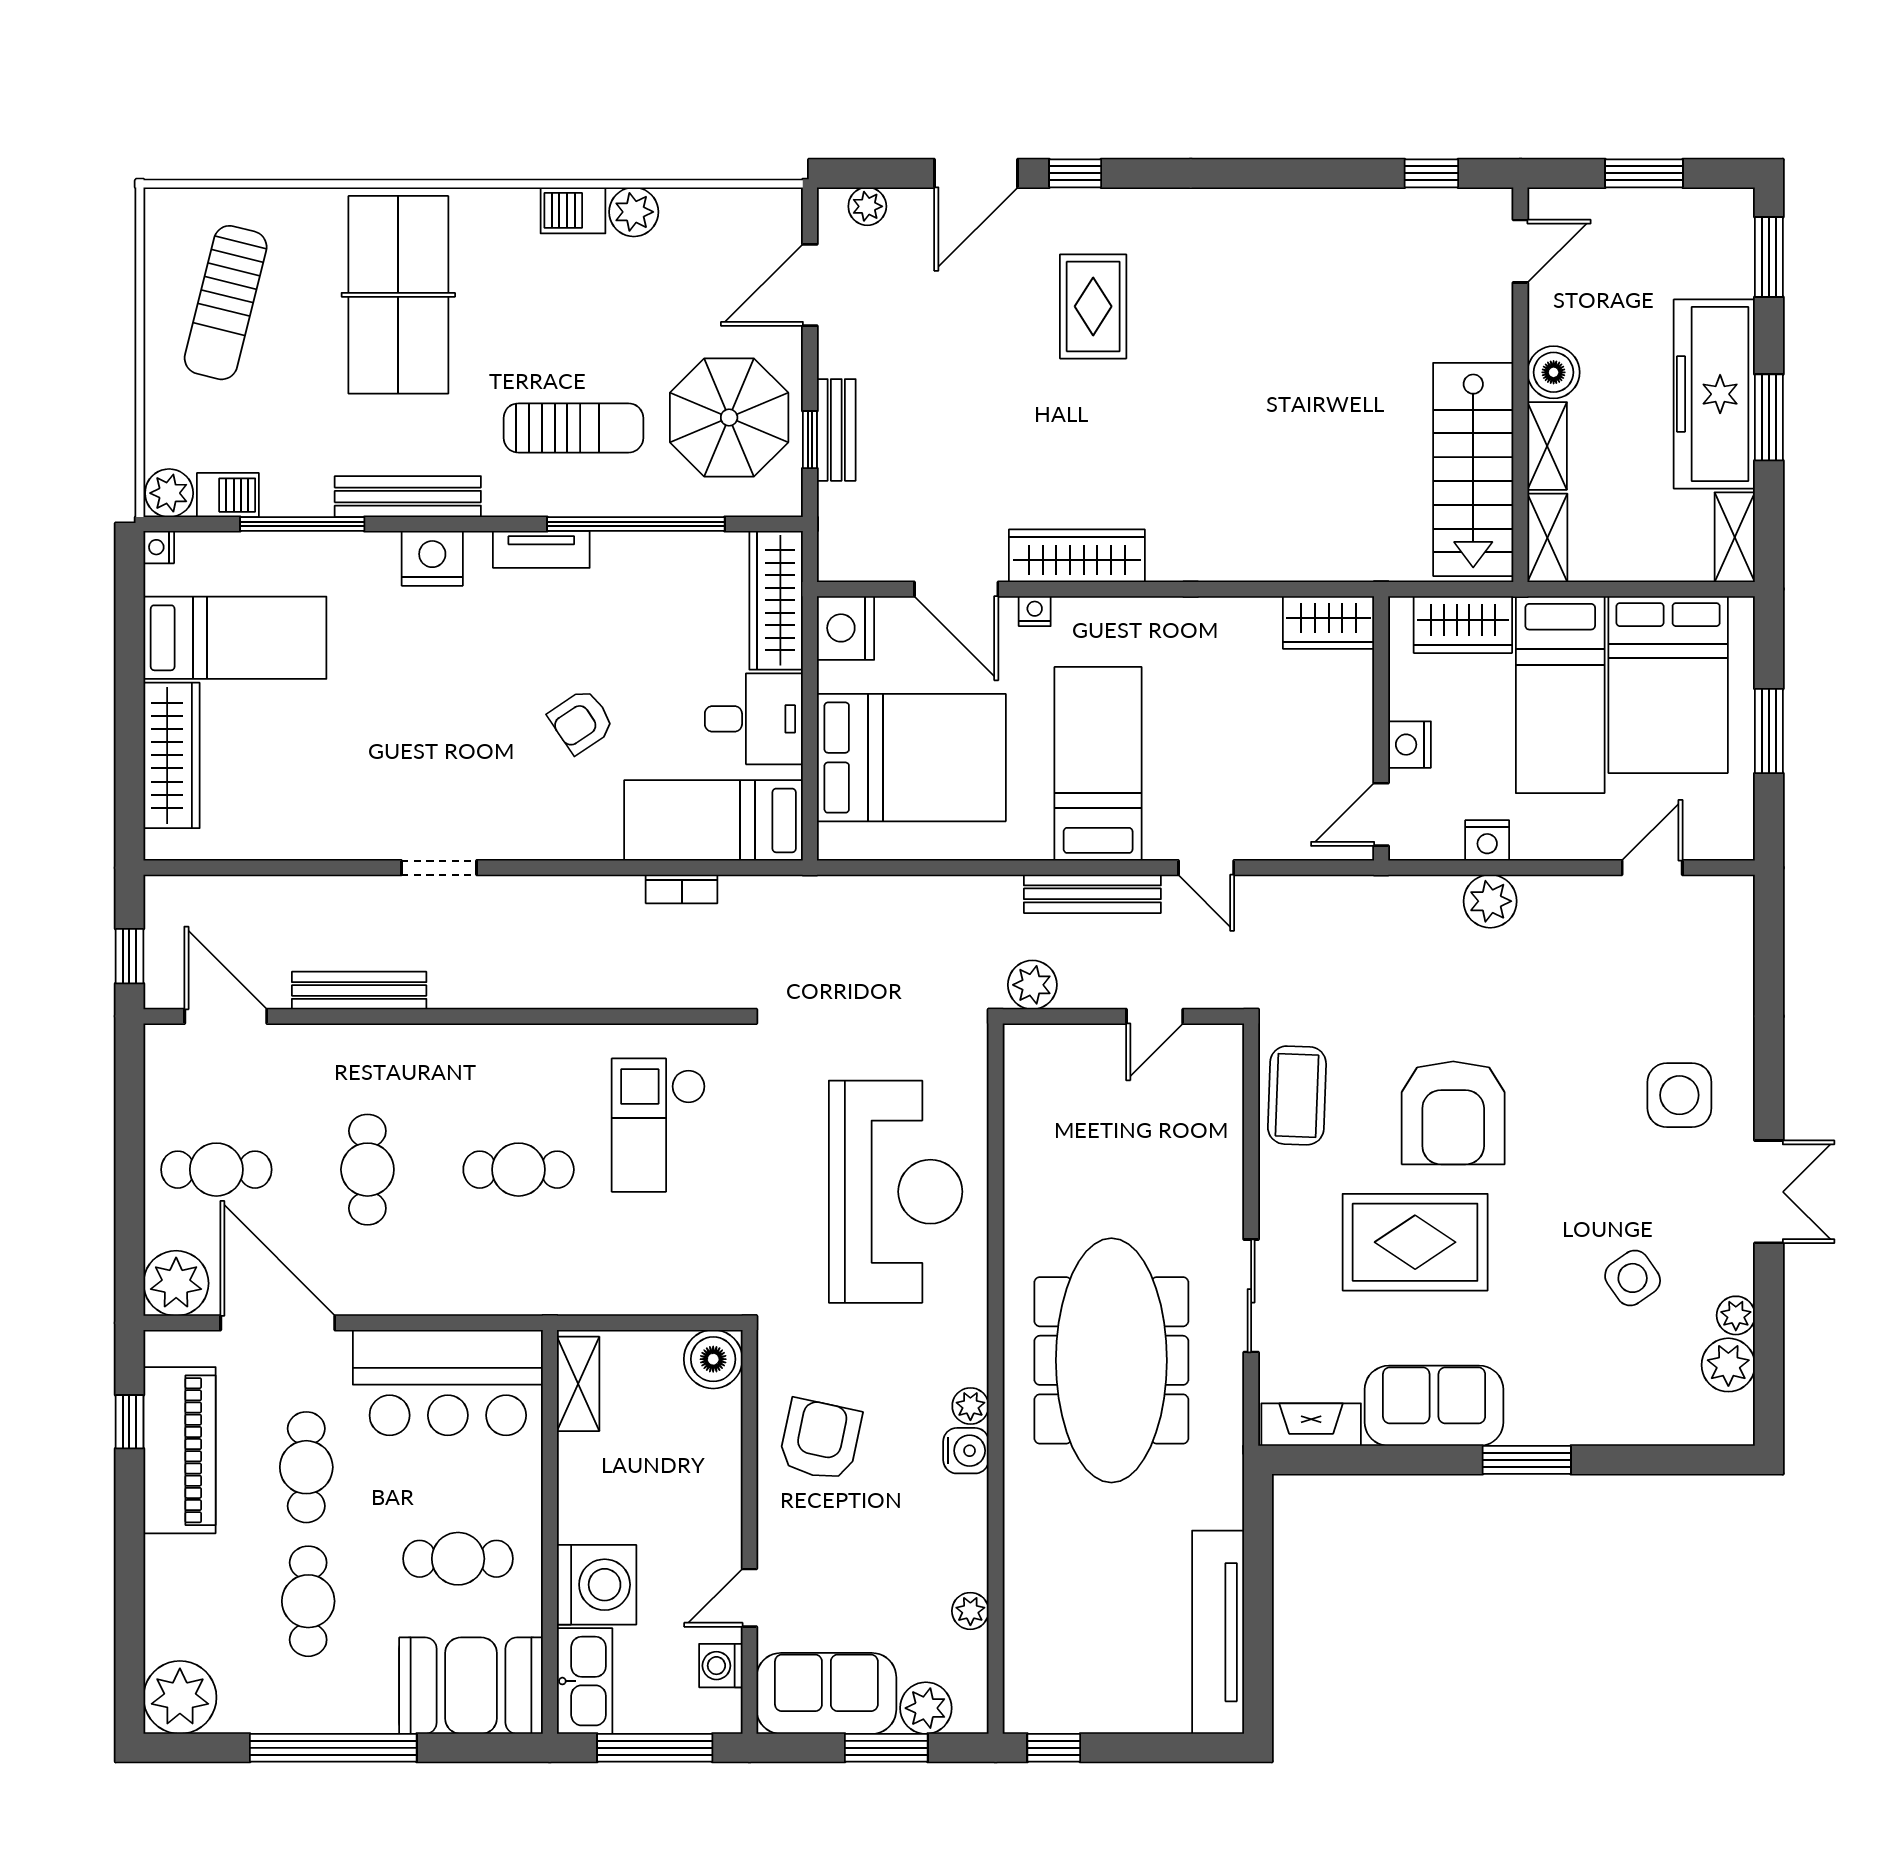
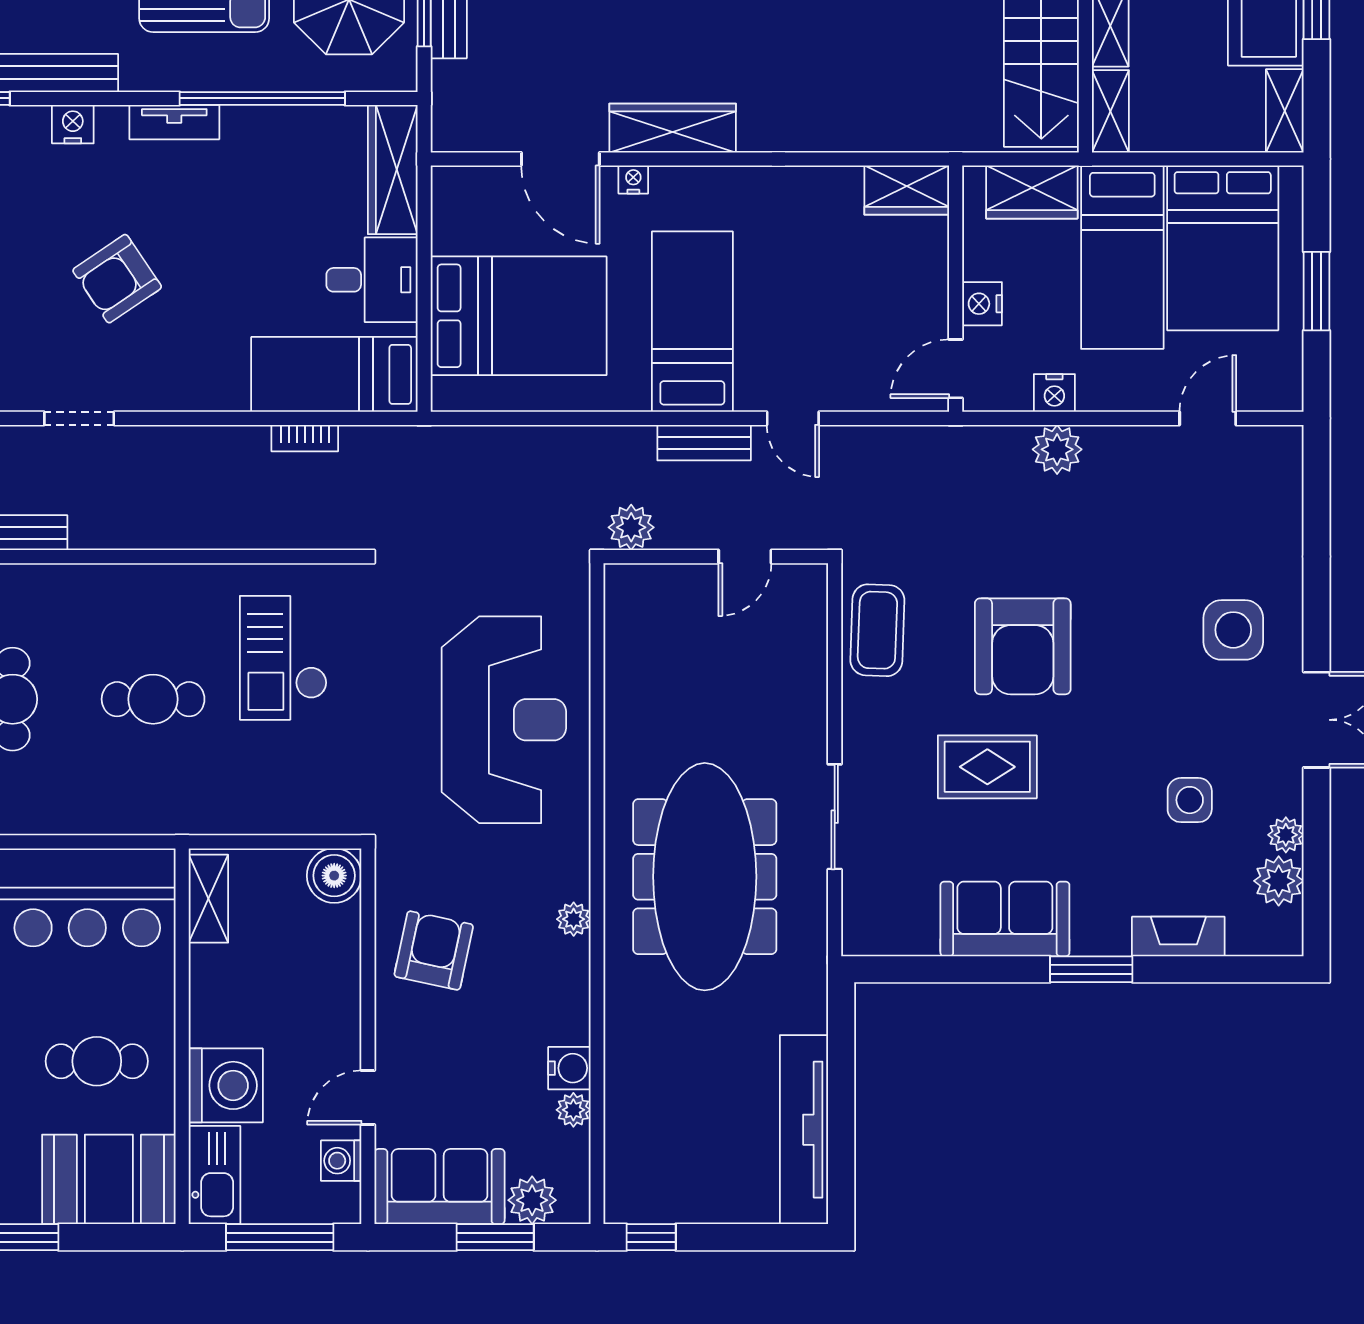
nightstand: (432, 558) -> (73, 124), width x0.74, depth x0.75
nightstand: (846, 628) -> (457, 195), removed
armchair: (581, 721) -> (117, 279), moved, width x1.38, depth x1.38
bench: (1092, 894) -> (704, 443), width x0.73
rug: (1415, 1242) -> (987, 767), width x0.73, depth x0.70
side table: (1633, 1278) -> (1190, 800), turned 35
fireplace: (1311, 1425) -> (1178, 936), moved
water cooler: (966, 1451) -> (569, 1068), moved

